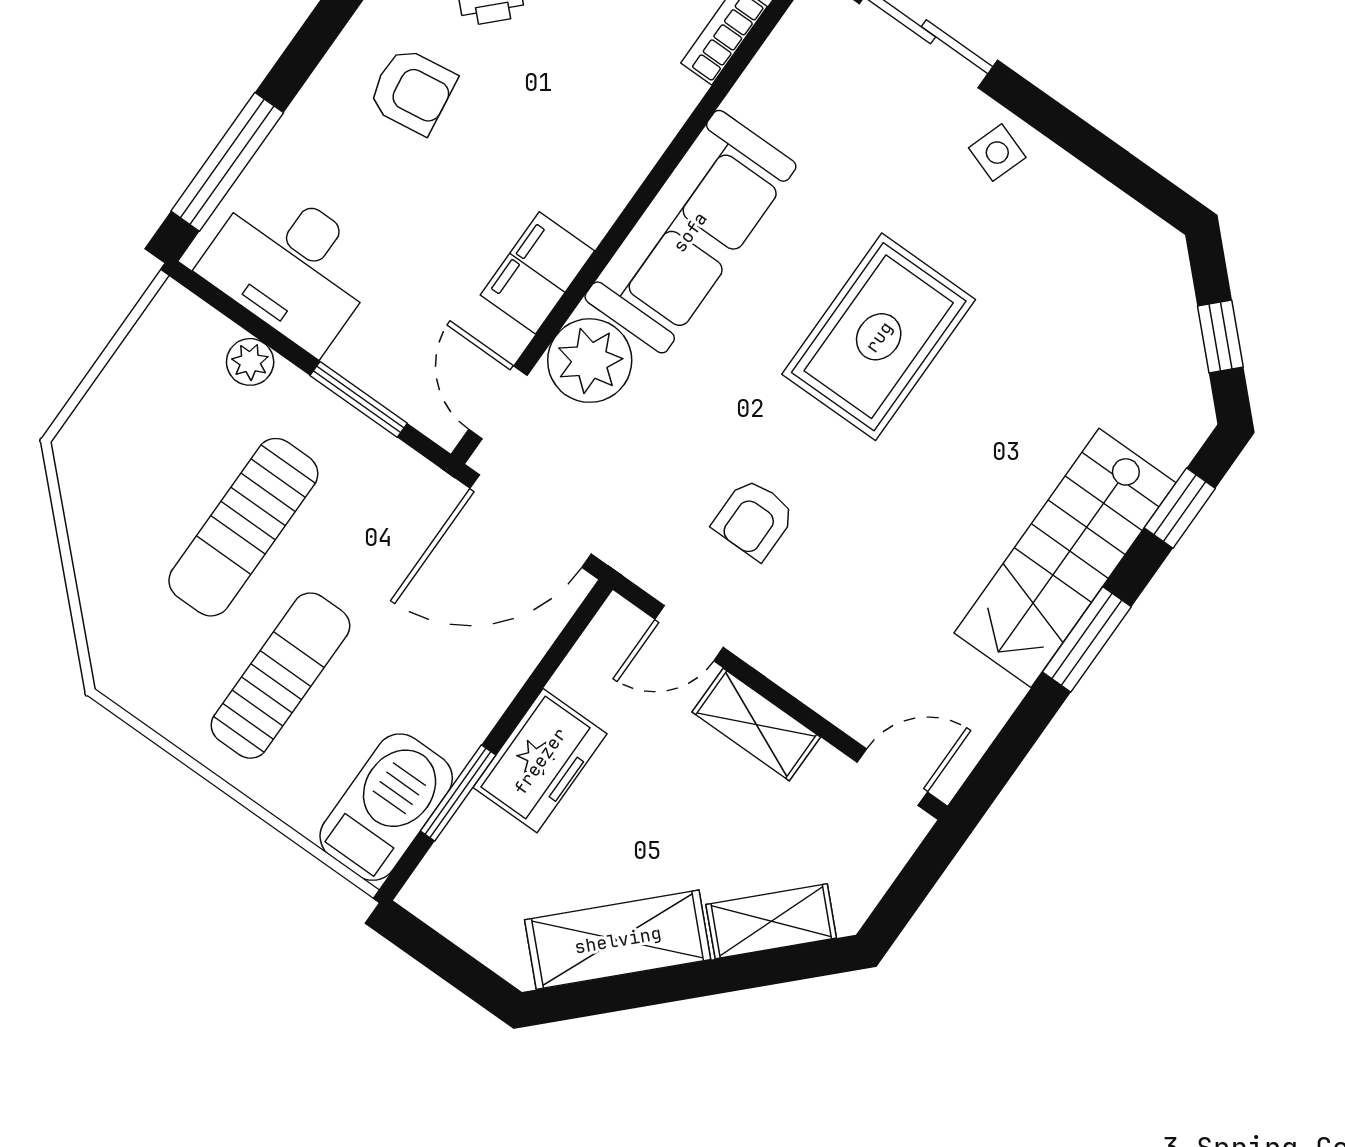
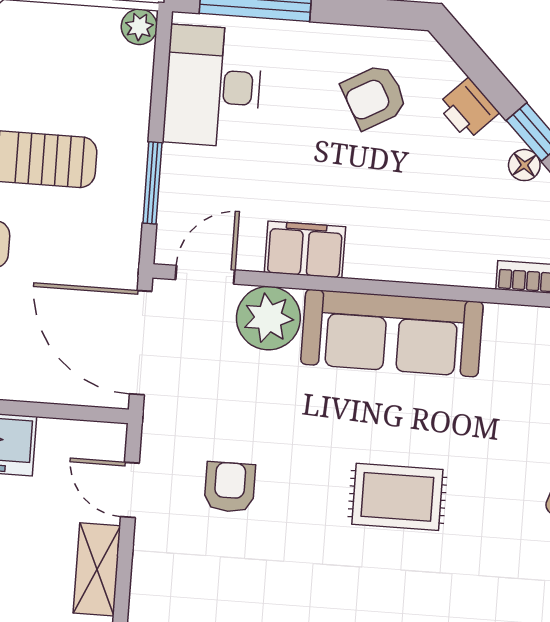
armchair: (412, 91) -> (374, 96), turned 69
rug: (879, 337) -> (397, 497), width x0.73, depth x0.70
plant: (250, 362) -> (139, 27), moved
armchair: (754, 519) -> (230, 487), turned 90

